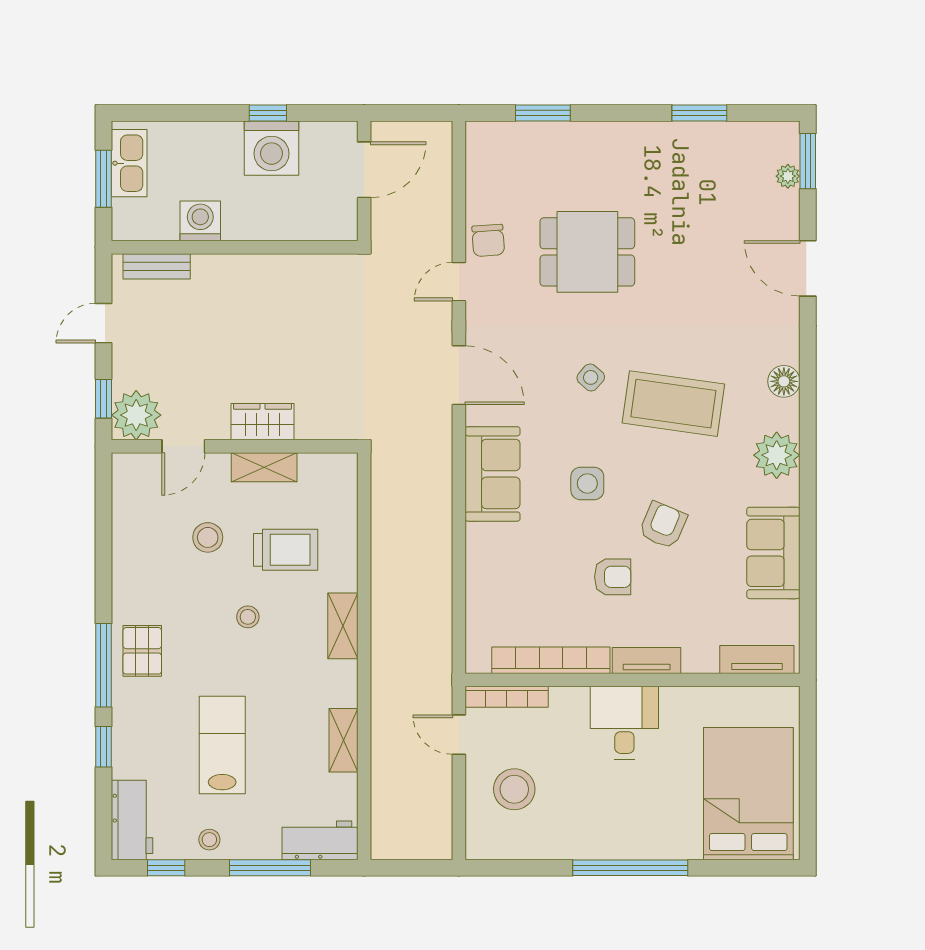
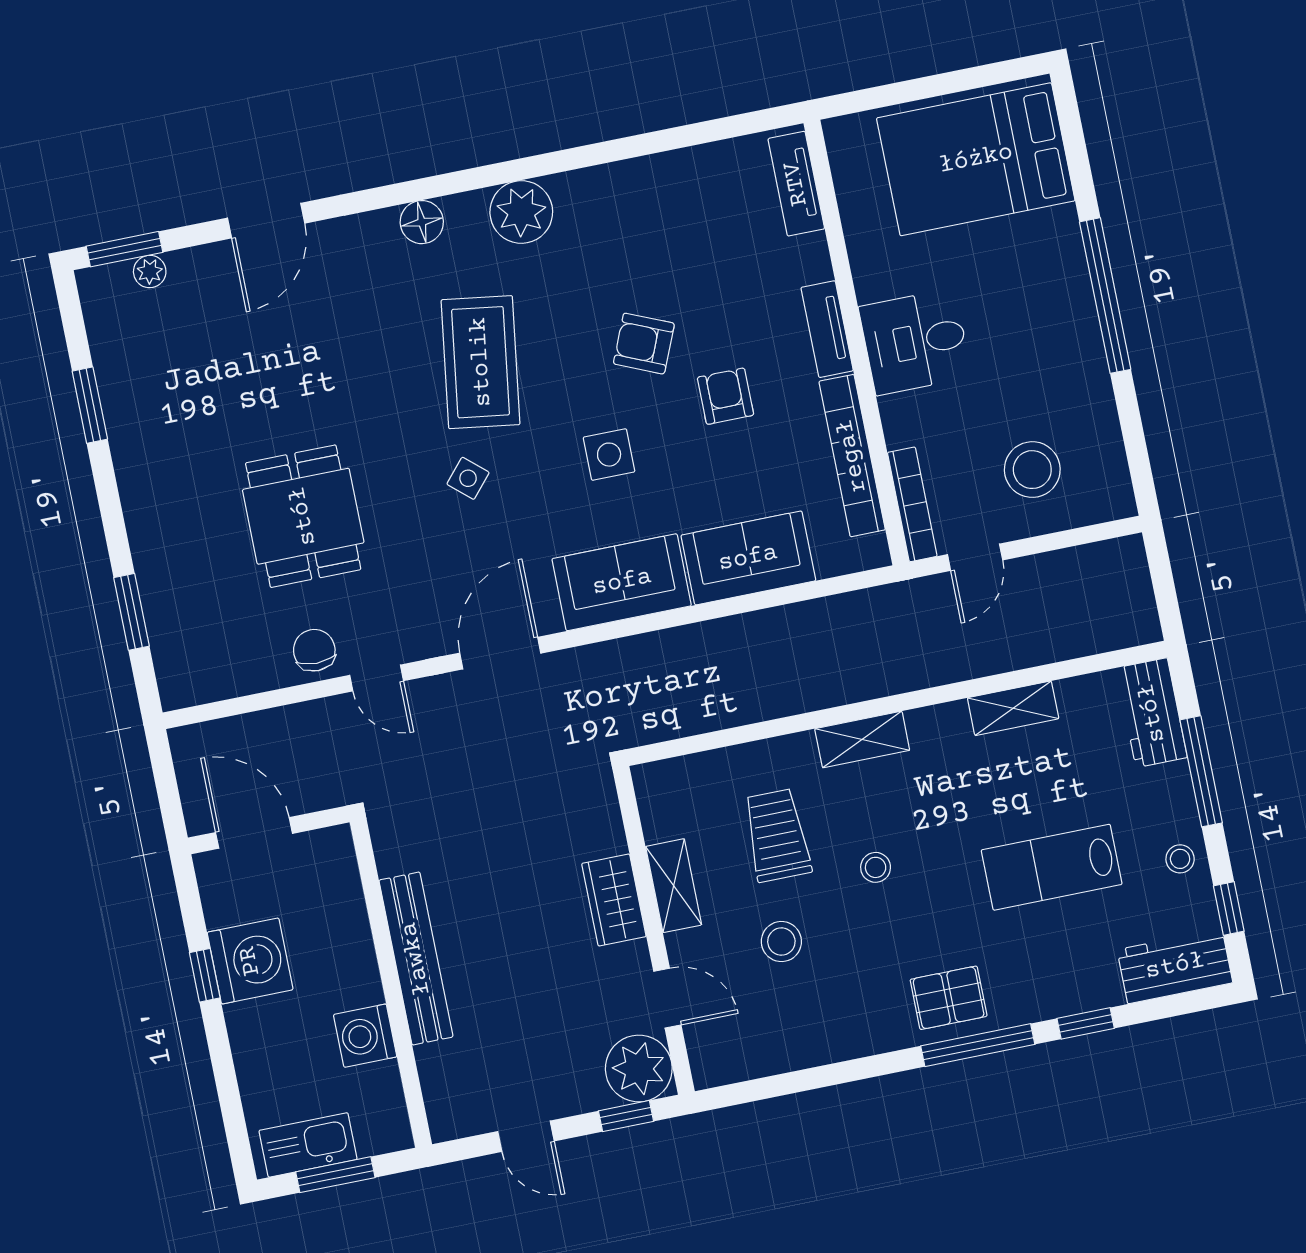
chair: (488, 240) -> (314, 650), turned -86
bench: (157, 266) -> (416, 959), moved, width x1.86, depth x1.21
sofa: (773, 553) -> (748, 558), moved, turned 180

